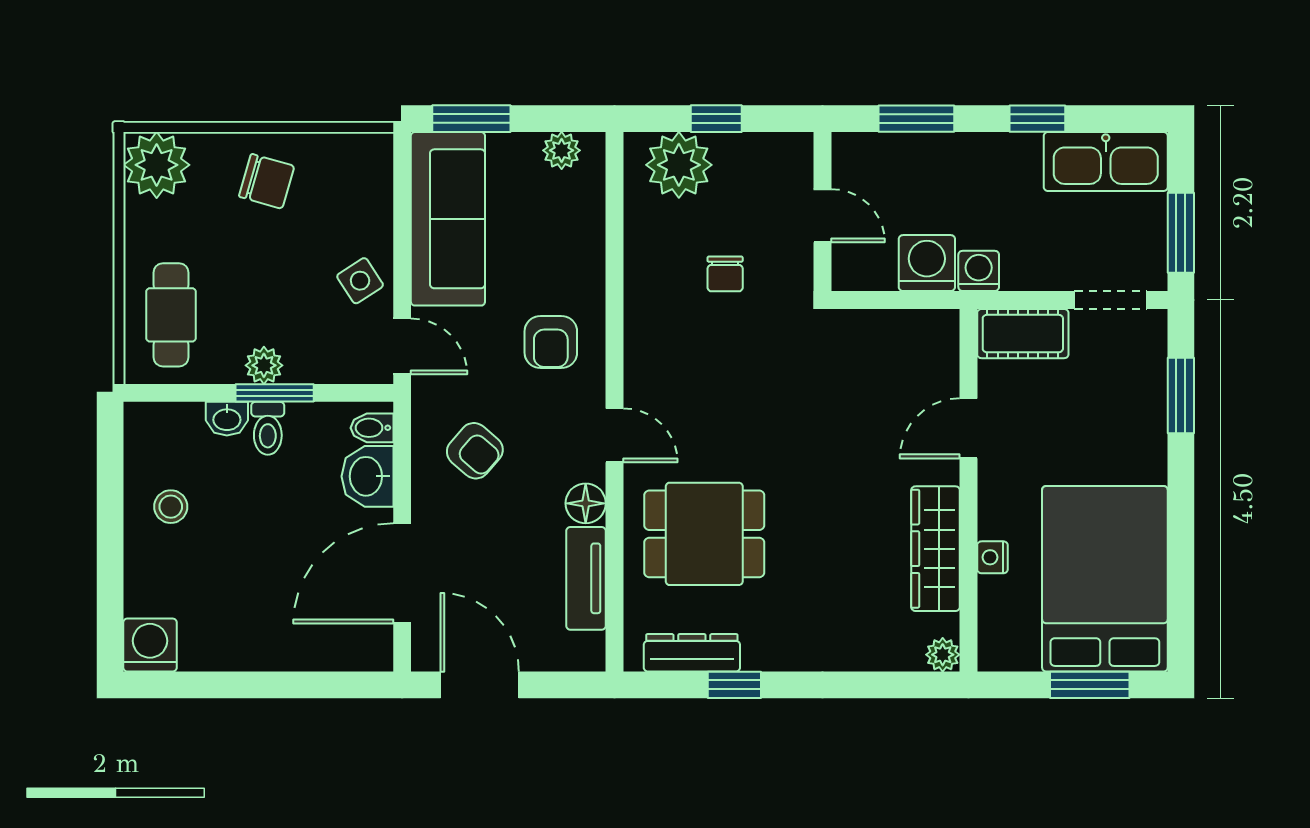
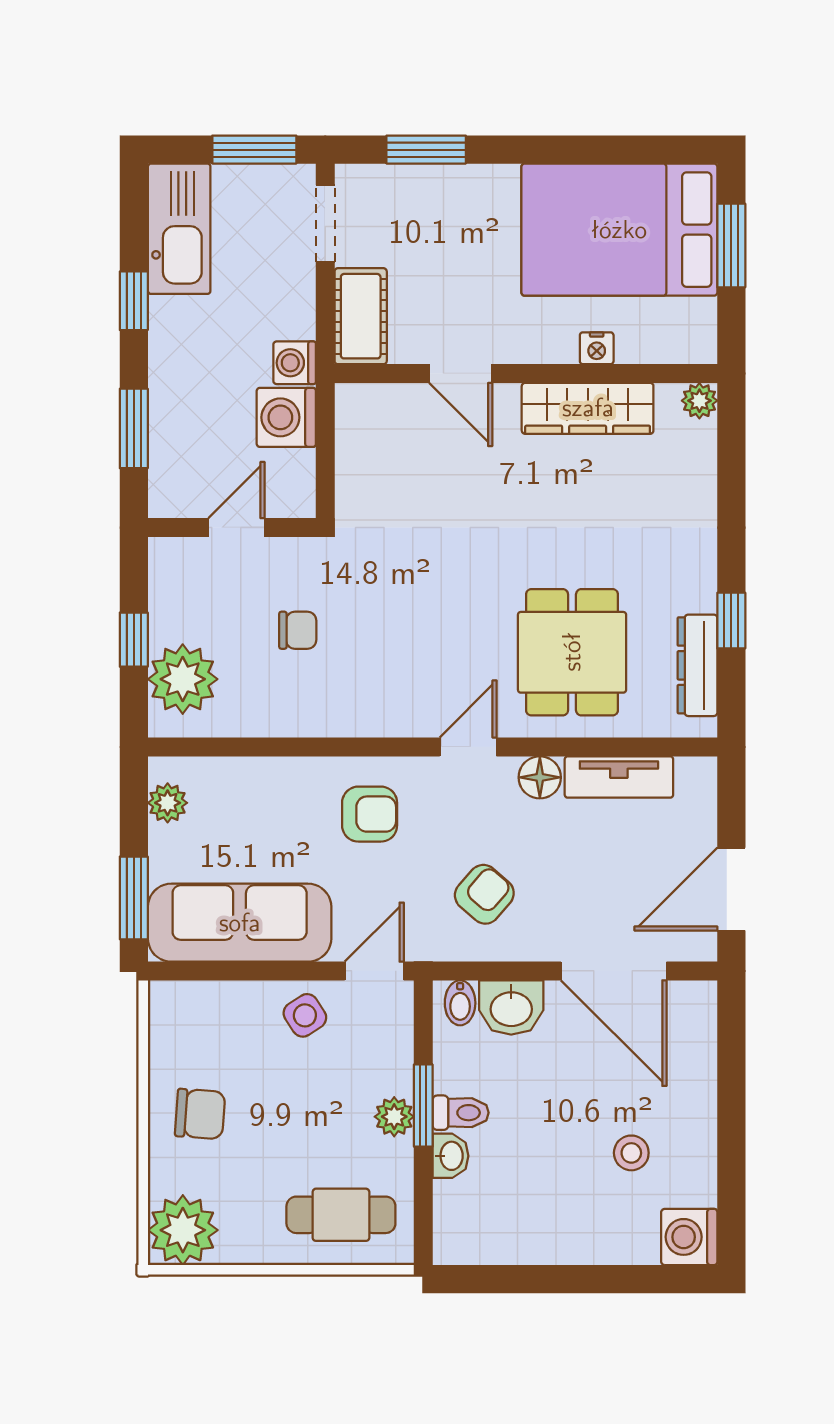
chair: (267, 181) -> (200, 1114), turned 78
stool: (171, 507) -> (631, 1153), moved

